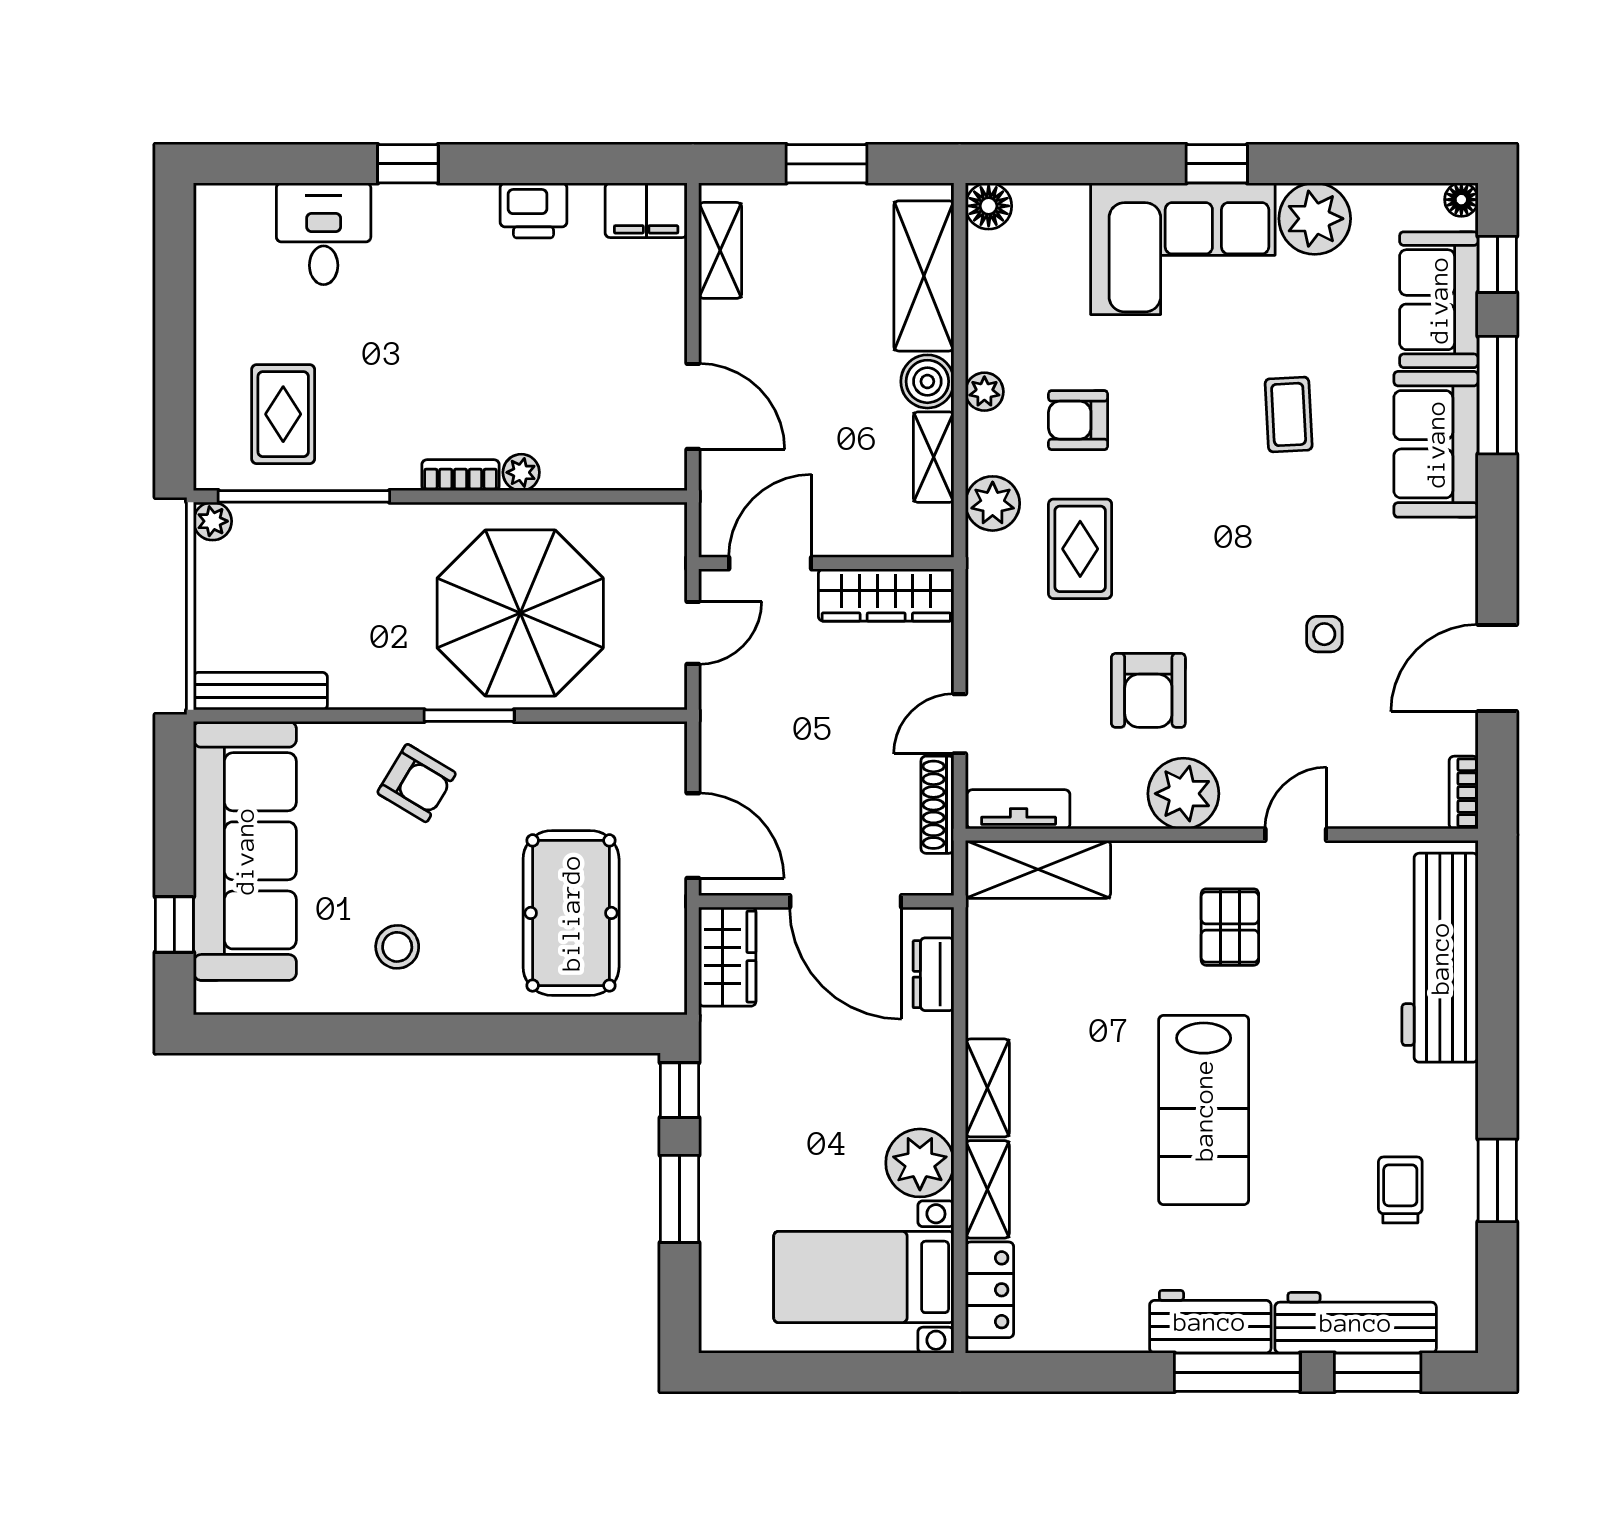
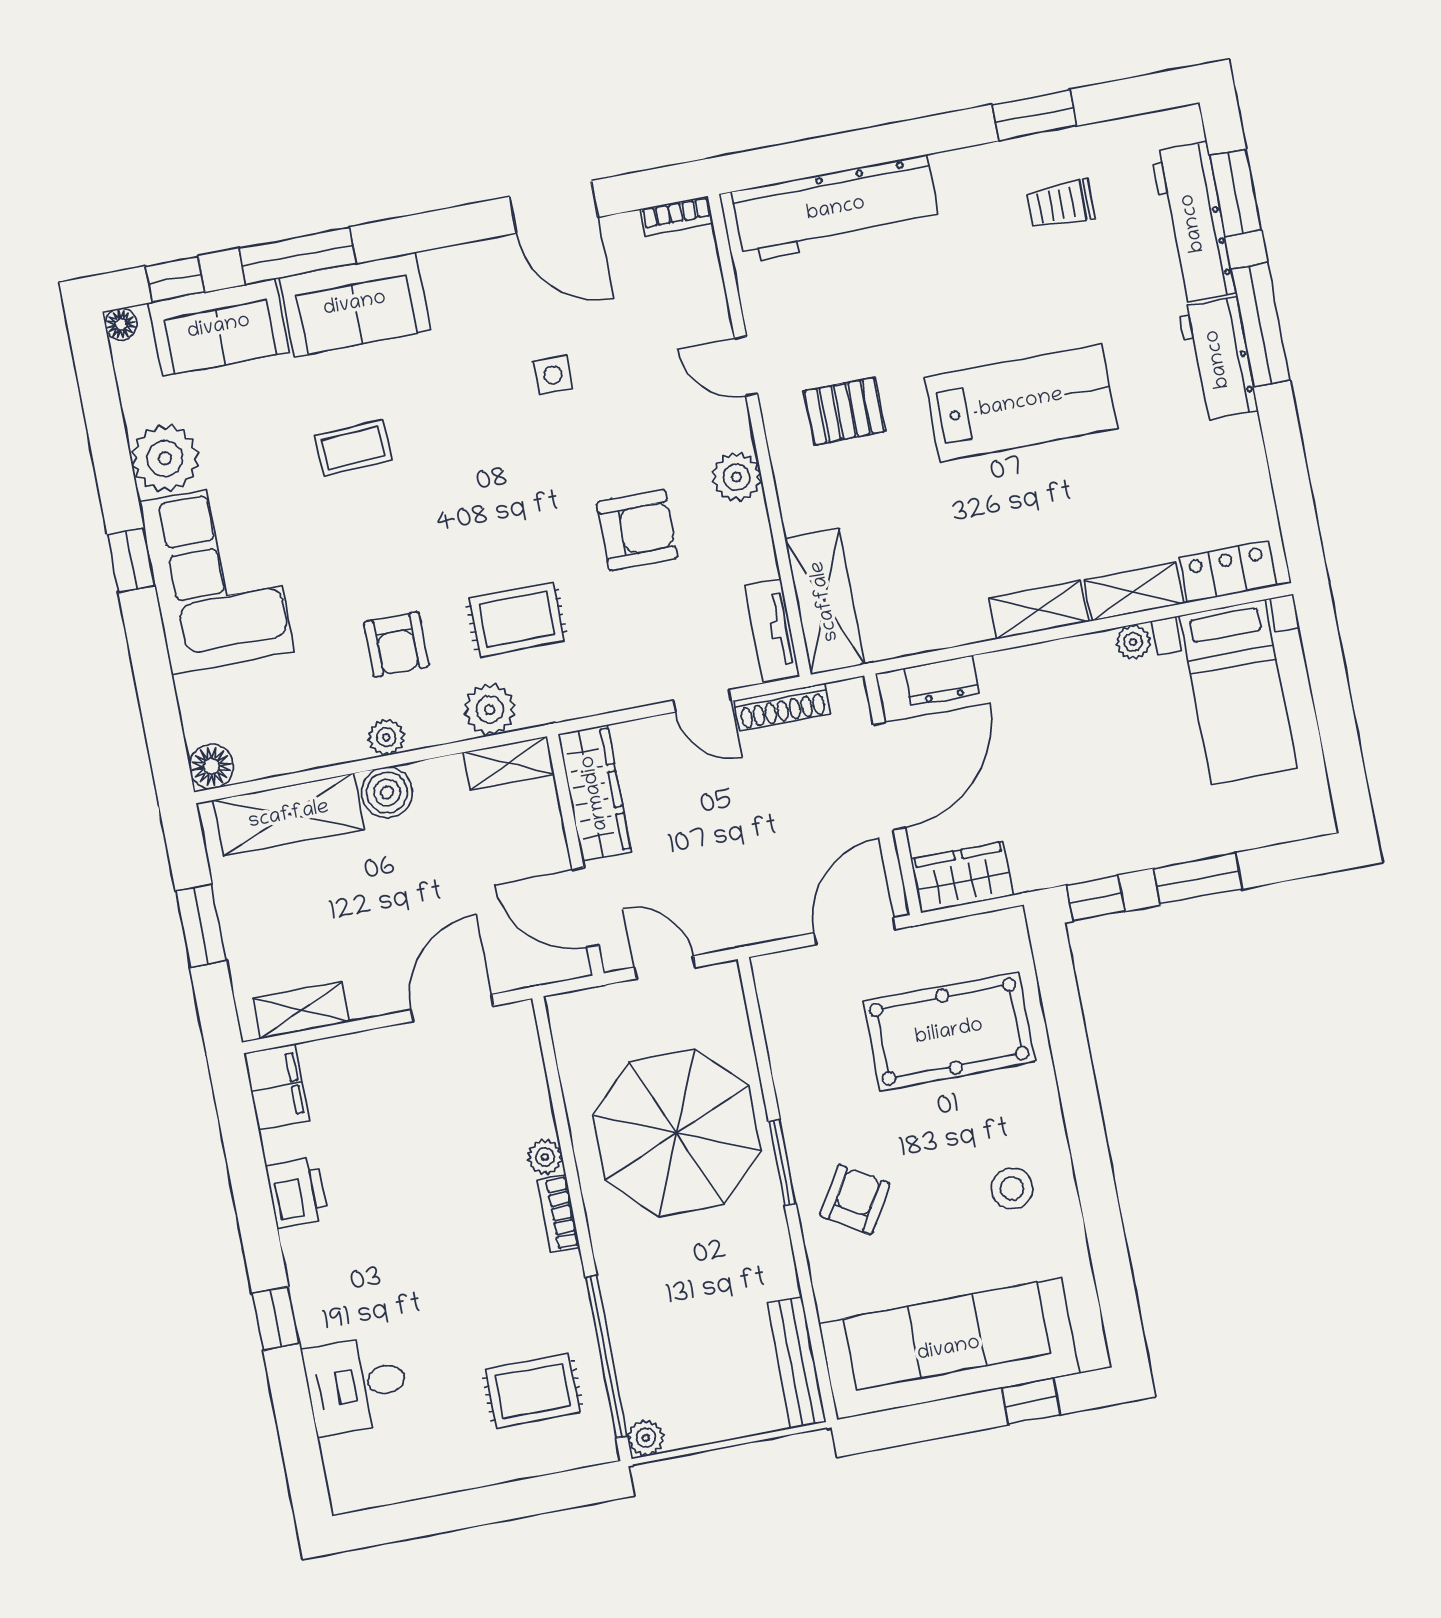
shelving: (934, 457) -> (508, 763), moved
plant: (1183, 794) -> (736, 477), width x0.73, depth x0.73
plant: (920, 1163) -> (1133, 642), width x0.53, depth x0.53

